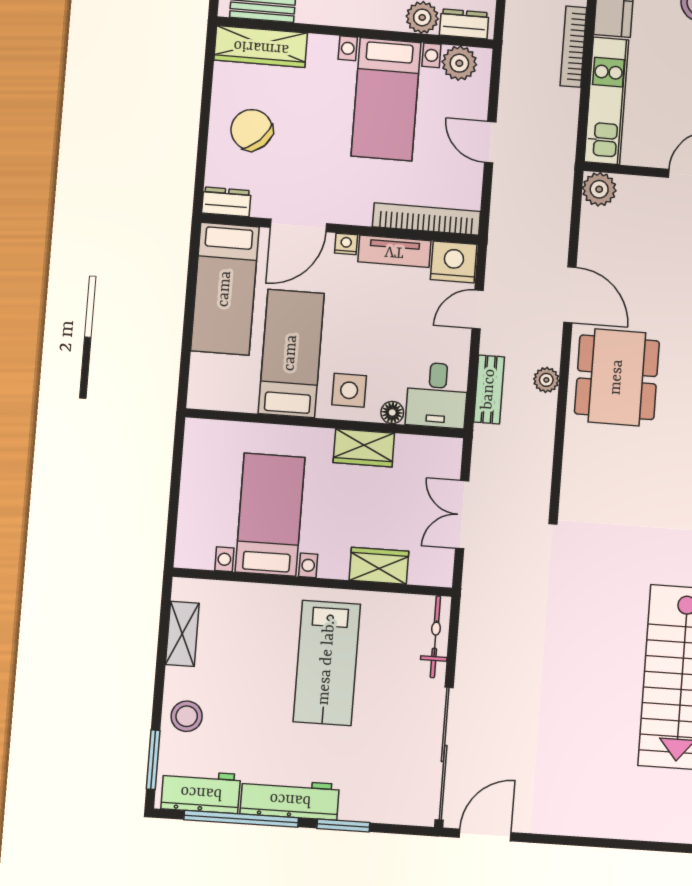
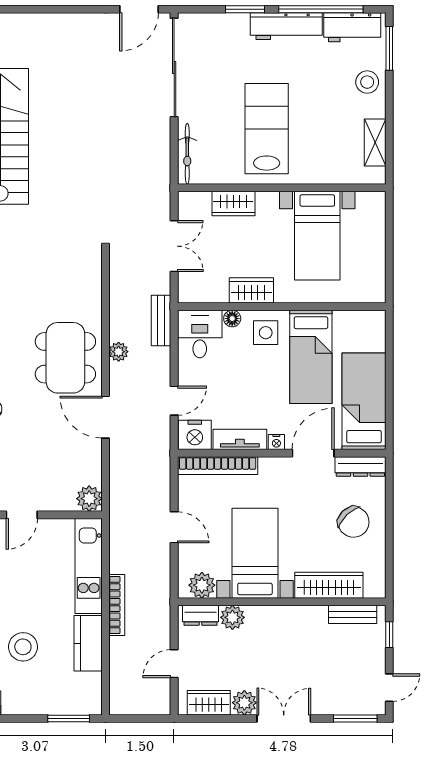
wardrobe: (261, 47) -> (329, 585), moved
dresser: (226, 202) -> (360, 466), width x1.44
bench: (489, 389) -> (161, 320), moved

